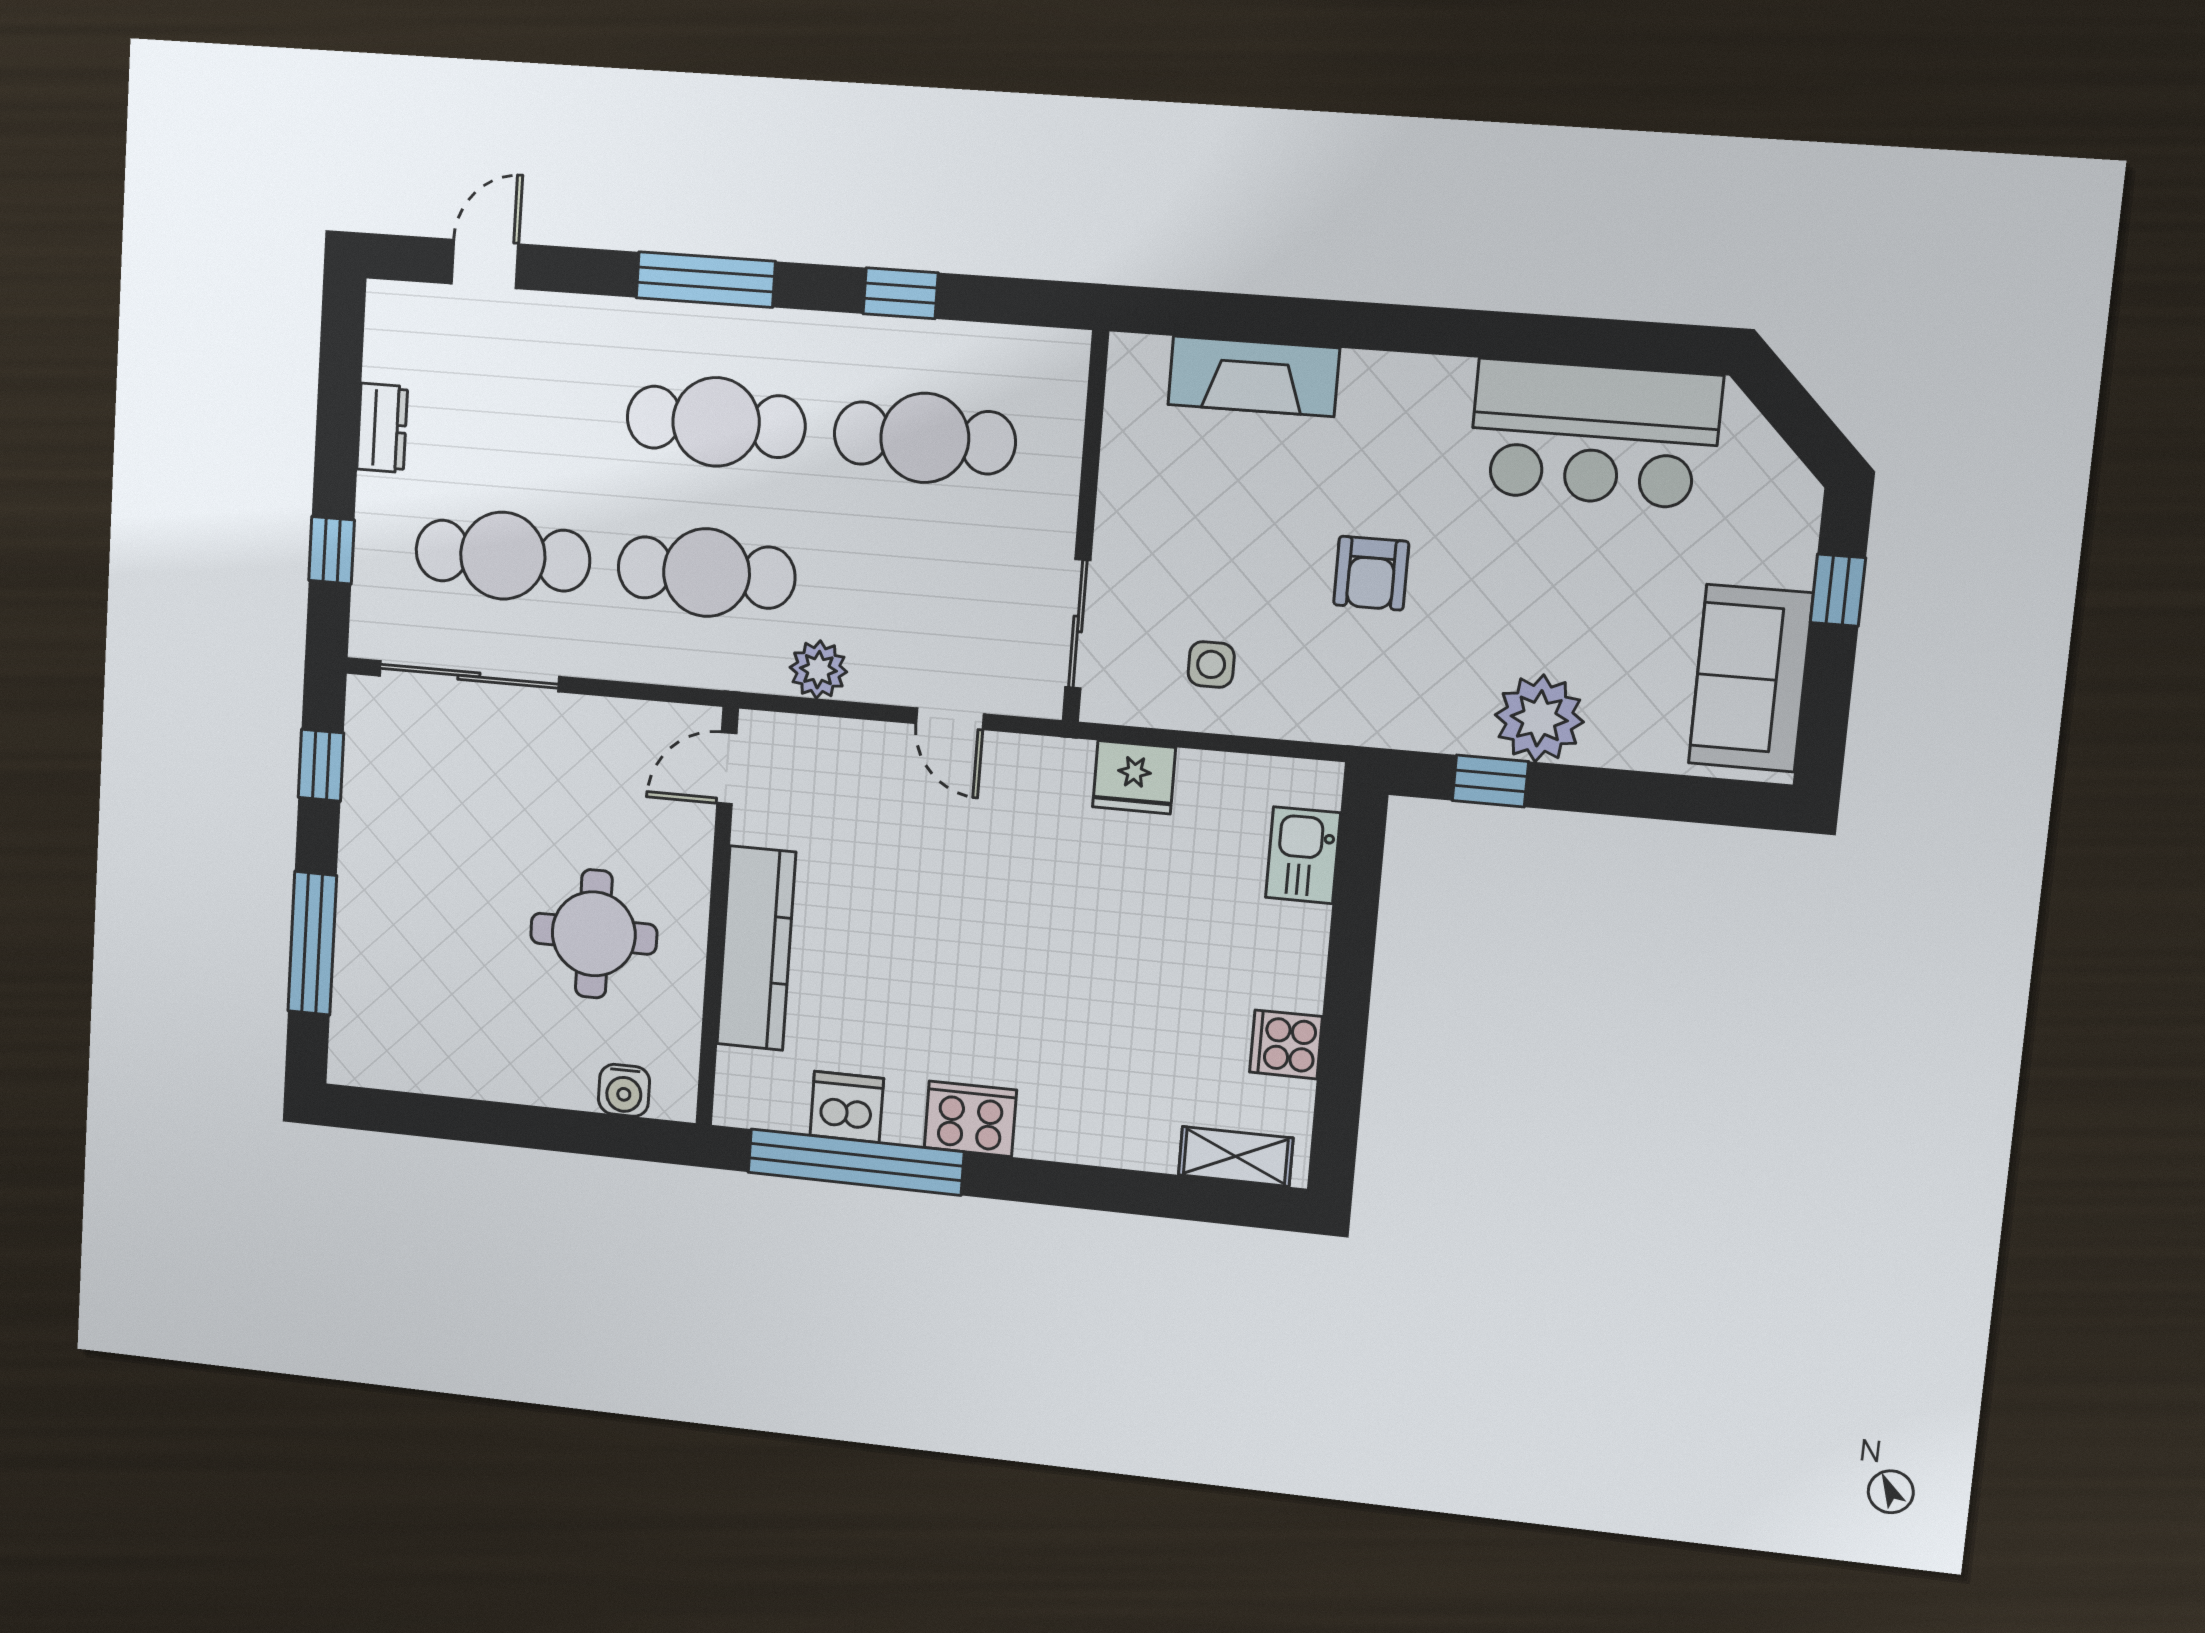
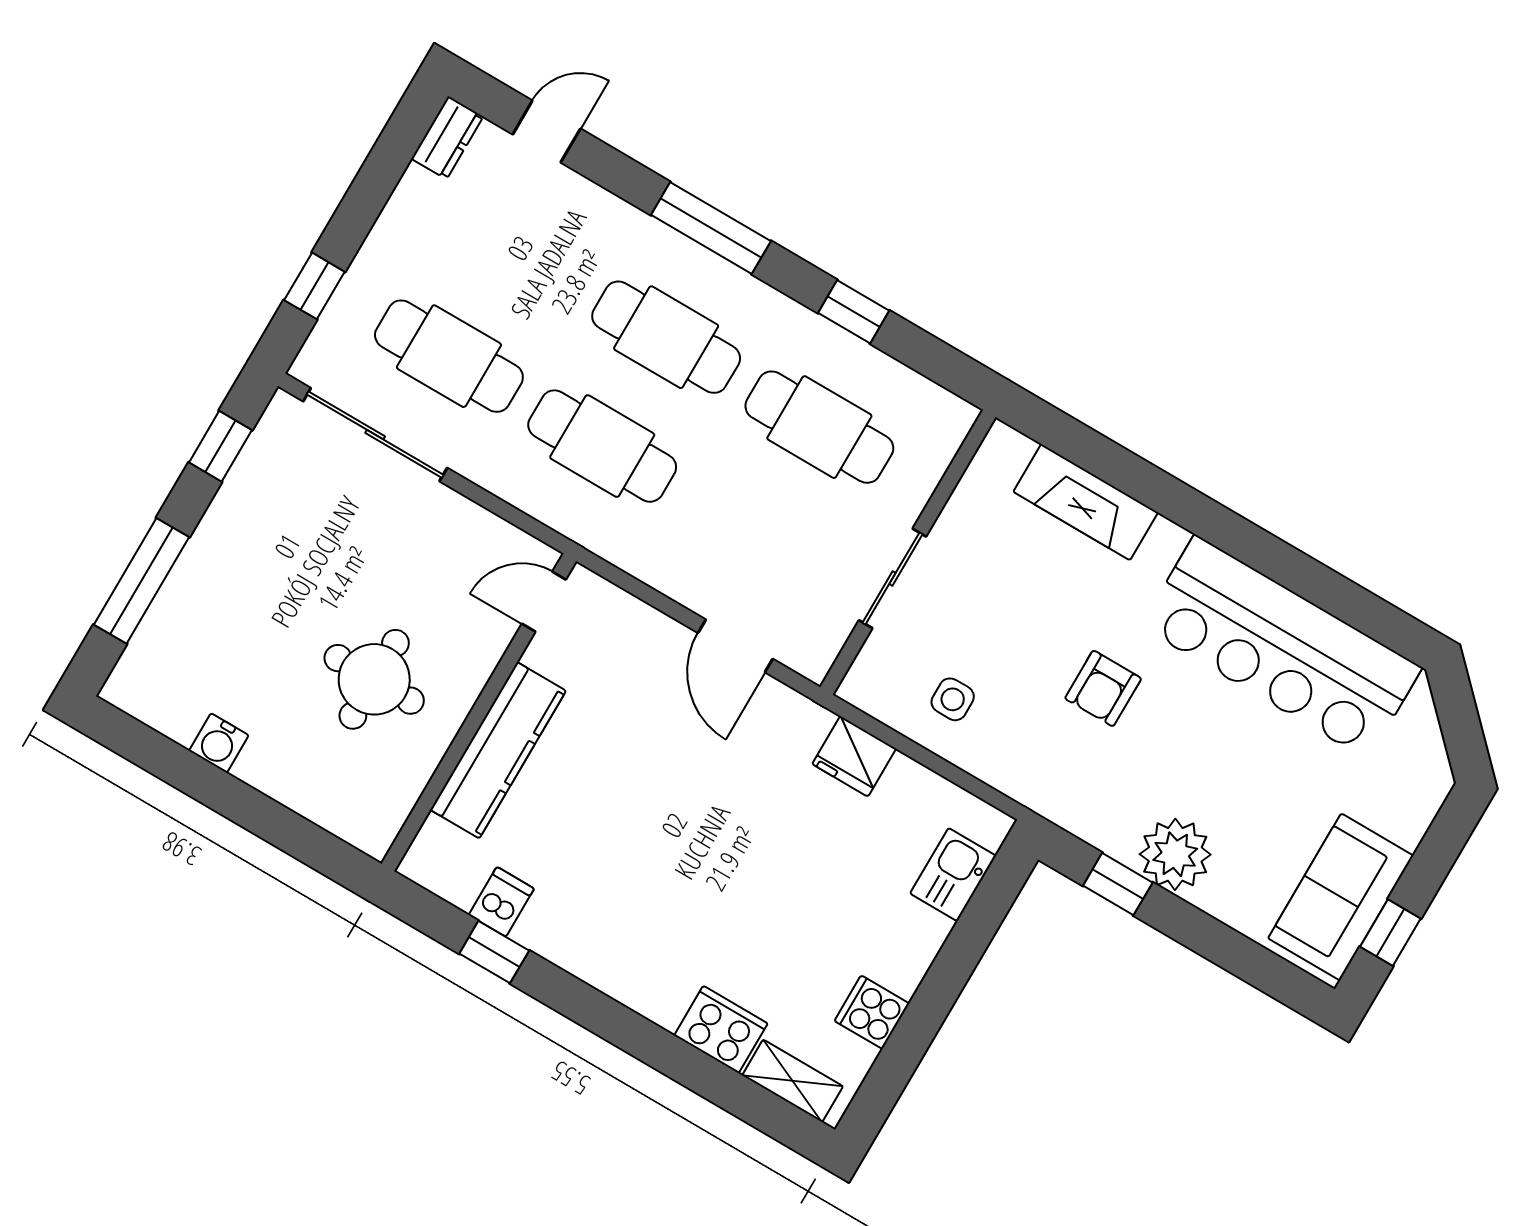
dresser: (382, 428) -> (447, 138), moved
bar counter: (1595, 434) -> (1281, 647), width x1.36
window: (1838, 590) -> (1390, 933), moved
sliding door: (1078, 624) -> (892, 578), moved
plant: (818, 670) -> (652, 561), removed
door: (950, 719) -> (735, 646), width x1.38
water cooler: (624, 1090) -> (219, 743), moved
dishwasher: (847, 1107) -> (501, 902), width x0.73
cooker: (970, 1119) -> (721, 1029), moved
window: (856, 1162) -> (494, 952), width x0.32

